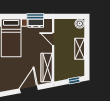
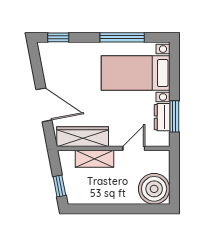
boiler: (80, 24) -> (154, 189), width x1.86, depth x1.86
shelving: (80, 49) -> (94, 159), moved

